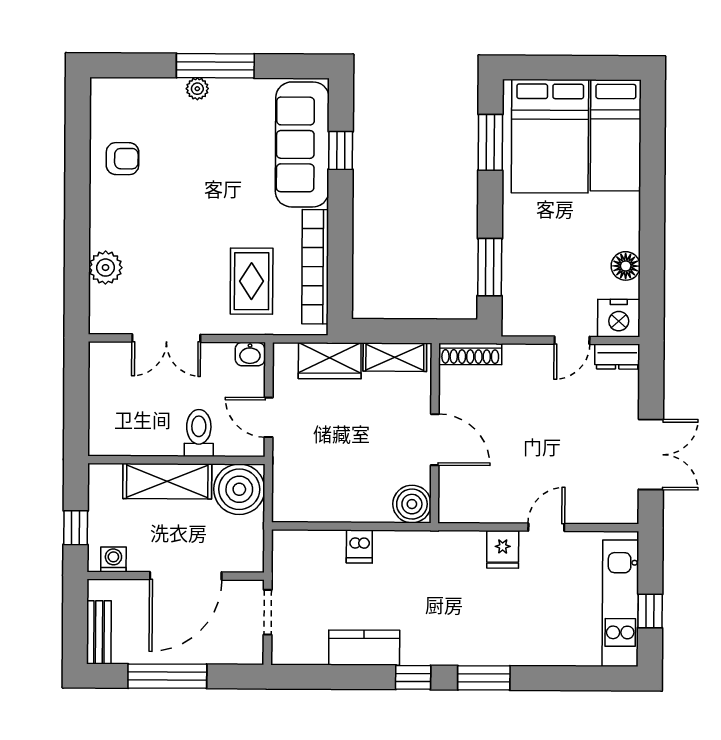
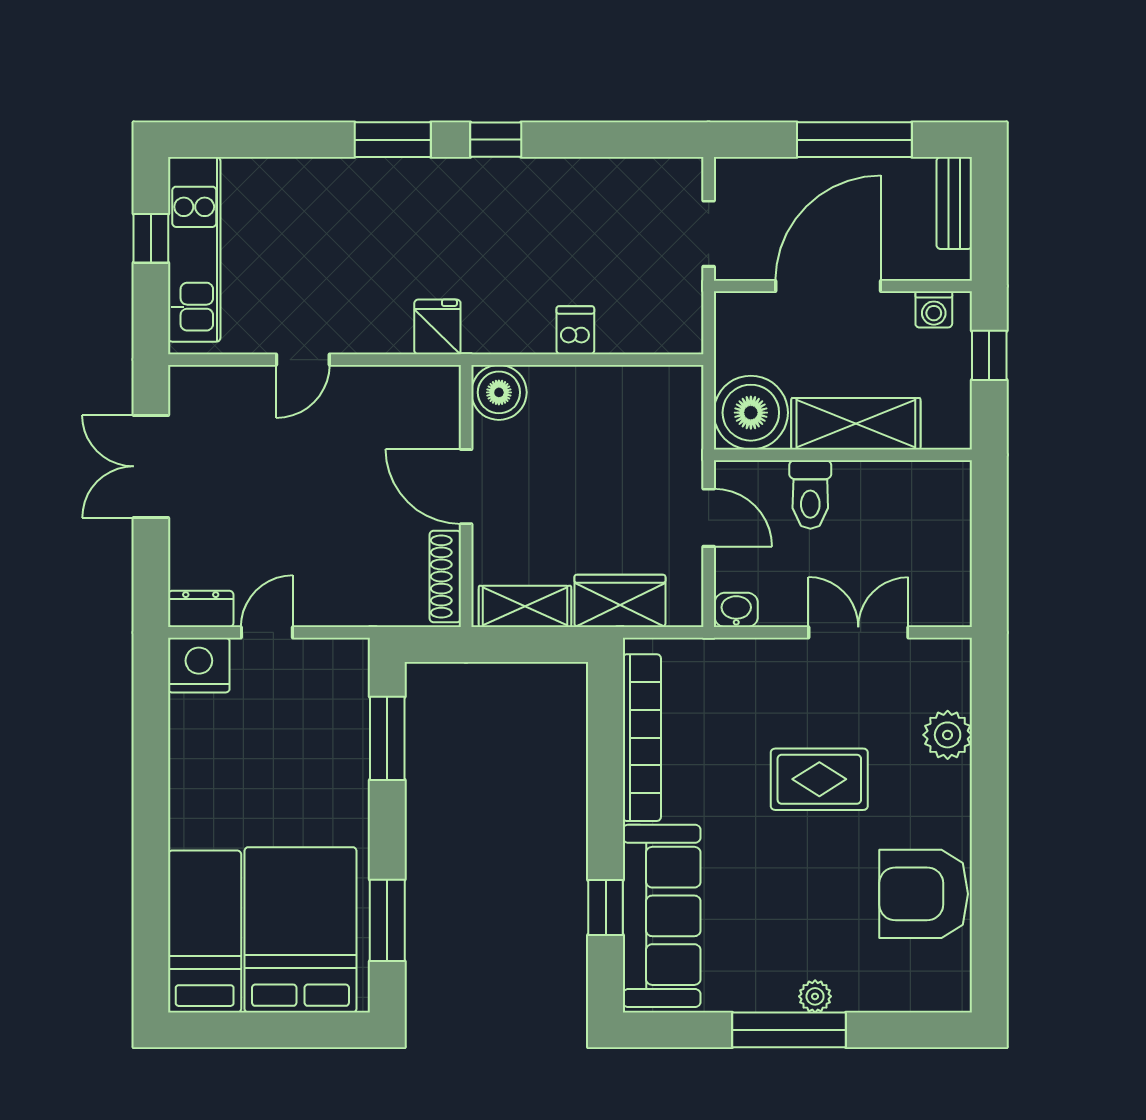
armchair: (123, 159) -> (924, 894), width x1.88, depth x1.88
floor lamp: (626, 266) -> (189, 741), removed
rug: (252, 281) -> (819, 779), moved, turned 90
shoe rack: (470, 354) -> (445, 577), moved, turned -90
fridge: (503, 549) -> (437, 327), moved
kitchen counter: (364, 648) -> (568, 183), removed

